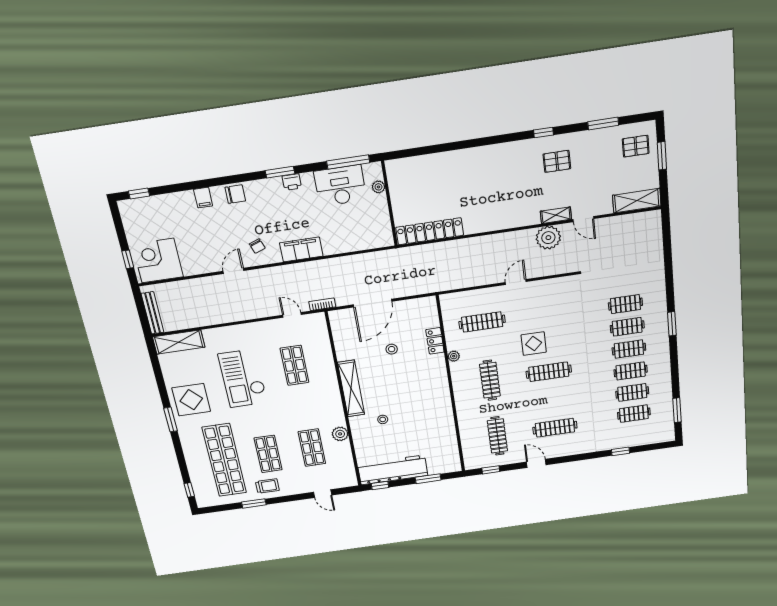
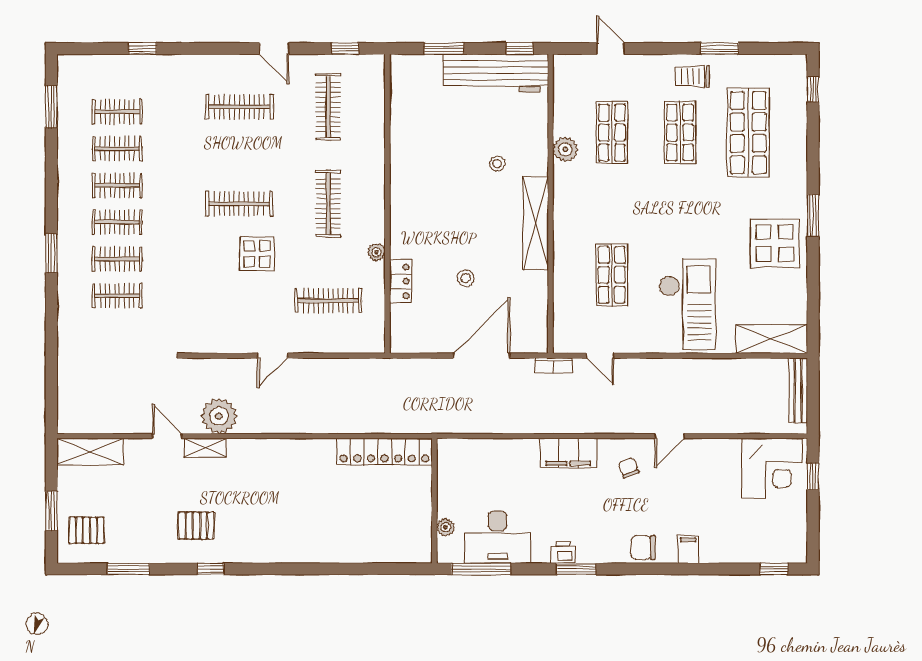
checkout: (243, 378) -> (687, 304), moved
shop shelf: (224, 460) -> (748, 133), width x0.71

